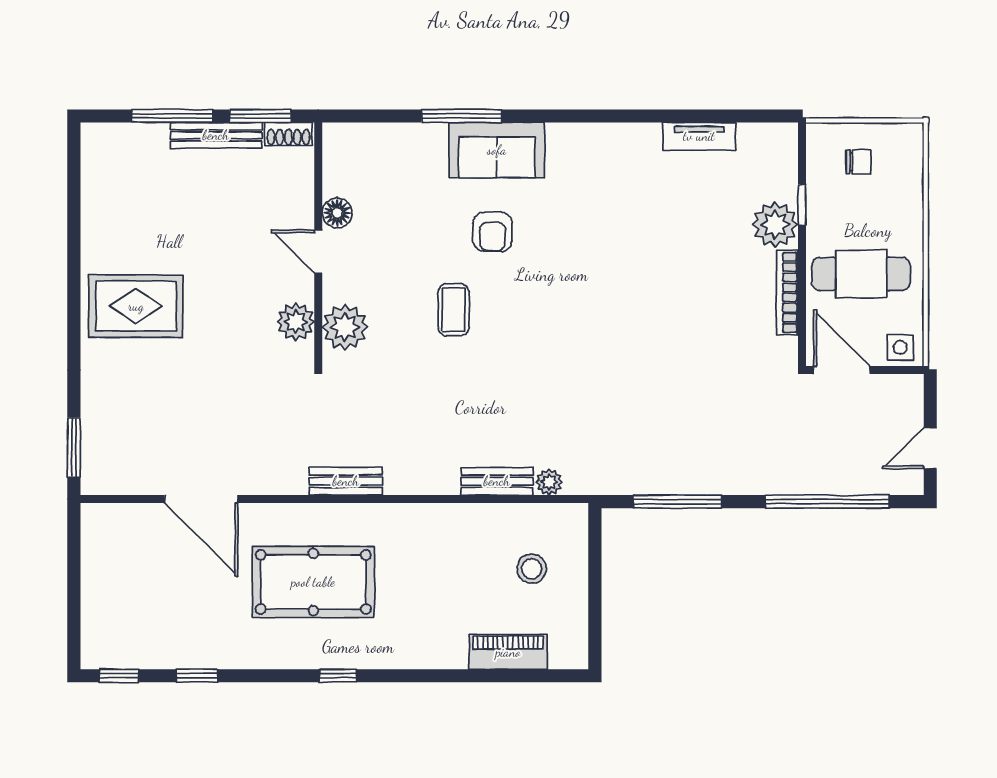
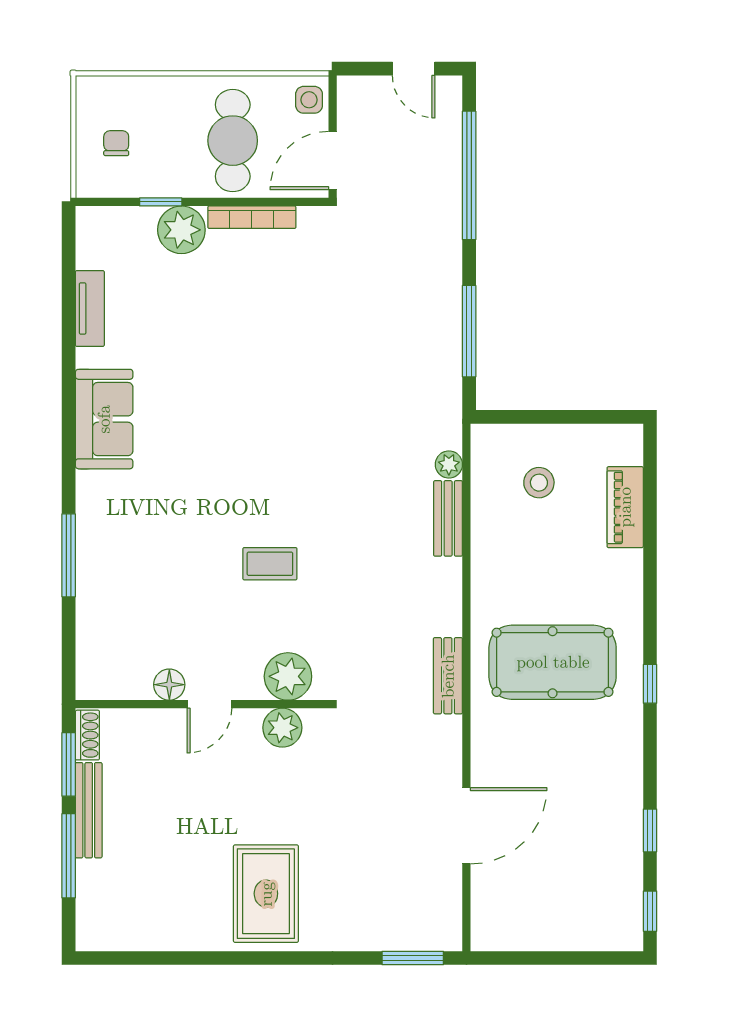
sofa: (497, 150) -> (104, 419), moved
armchair: (493, 232) -> (189, 523), removed
pool table: (313, 582) -> (553, 662), moved, turned 90

